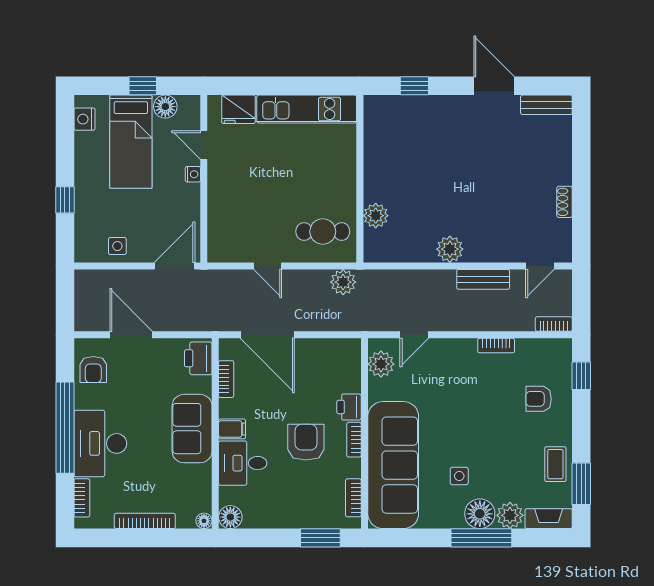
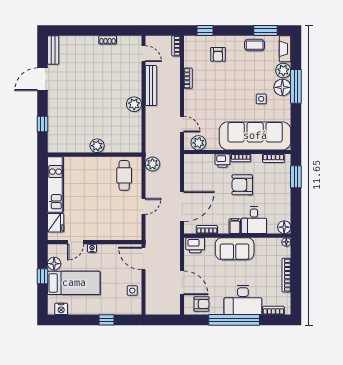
plant: (376, 216) -> (97, 146), moved
bench: (483, 279) -> (151, 86), width x1.36
door: (131, 335) -> (182, 283), swing flipped

